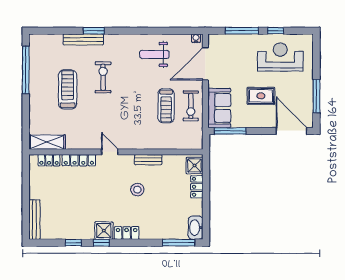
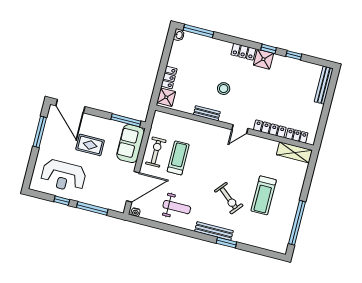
bench: (83, 39) -> (214, 231), moved
exercise bike: (103, 77) -> (229, 198), turned -50
door: (110, 152) -> (240, 129), hinge flipped
washbasin: (196, 228) -> (179, 35), width x0.52, depth x0.69

